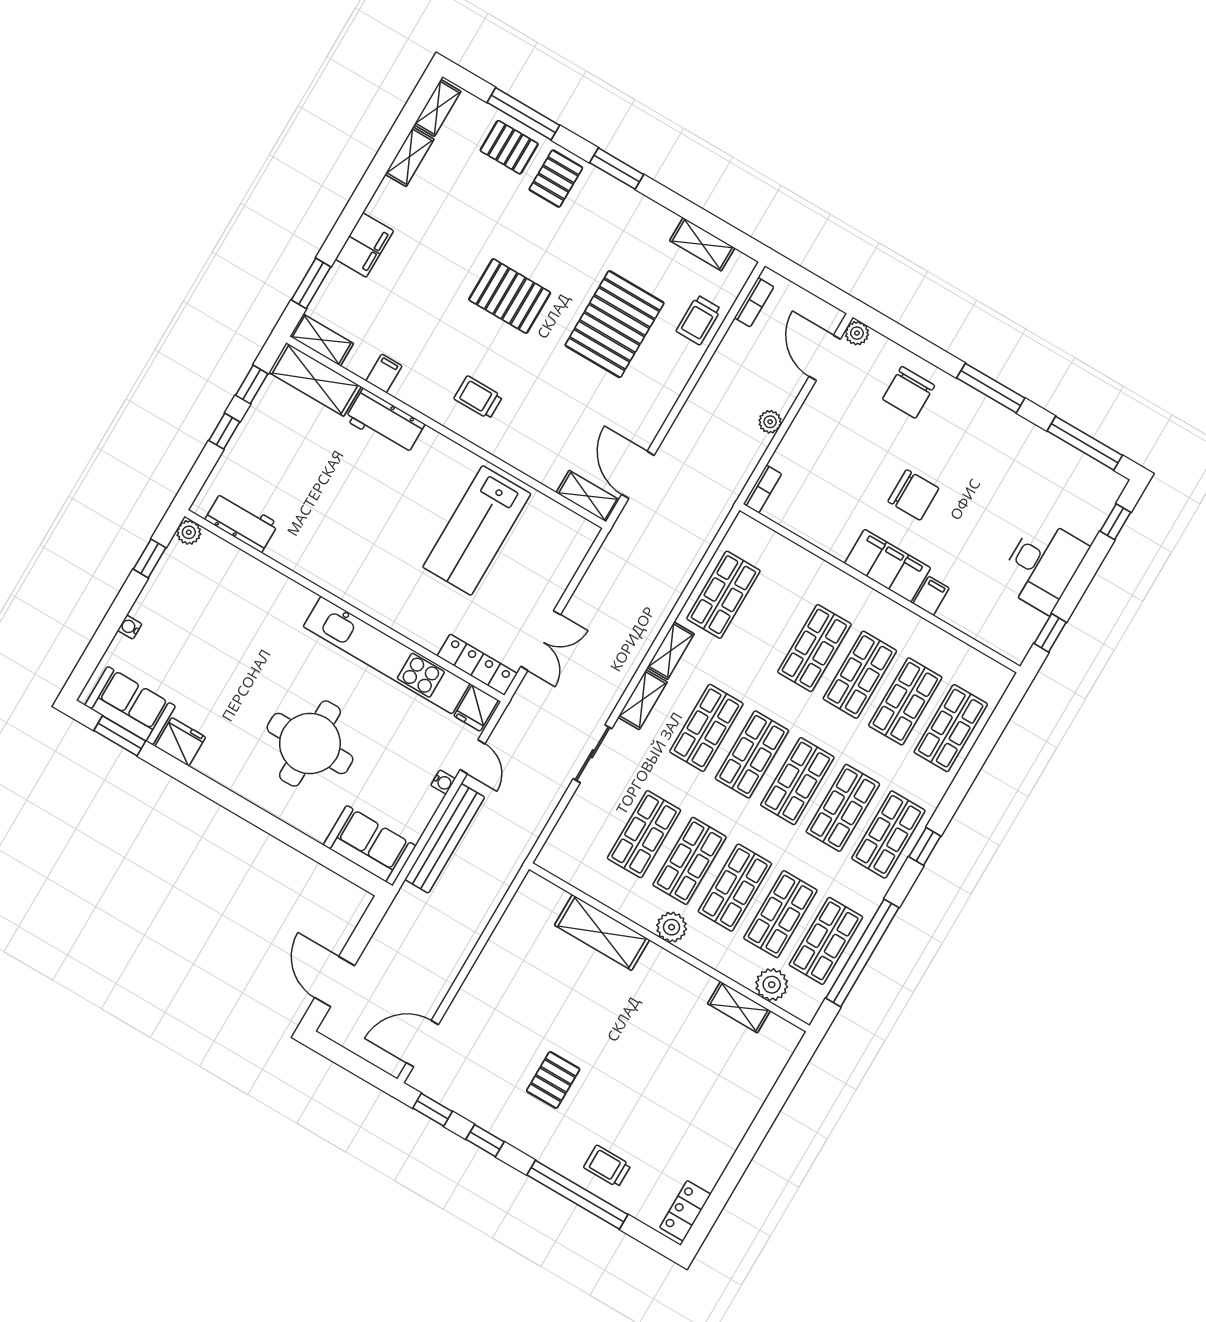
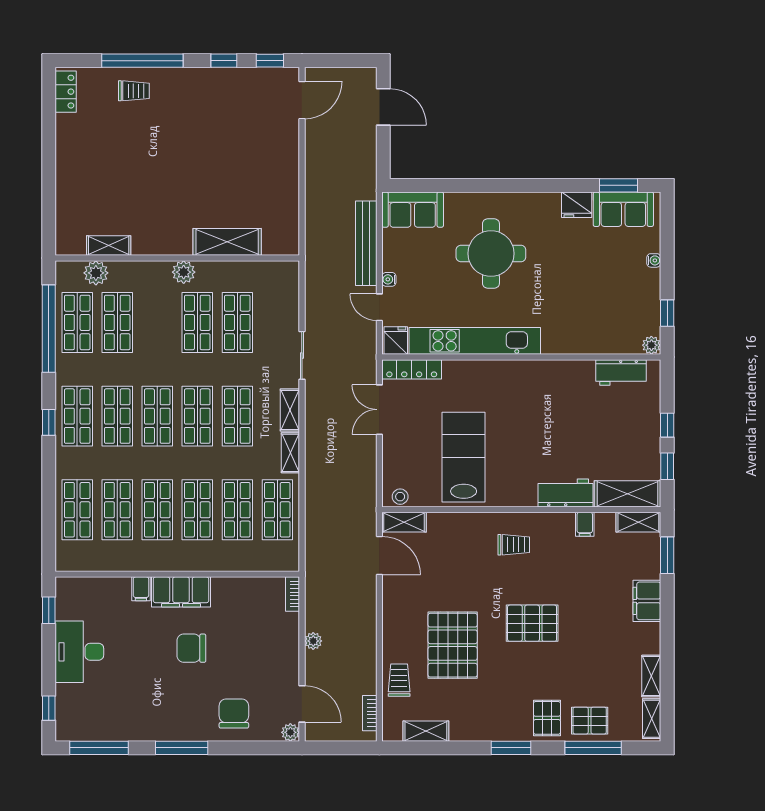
stool: (575, 528) -> (400, 497), added
shop shelf: (735, 888) -> (237, 510), moved
pallet: (553, 1080) -> (202, 127), removed

